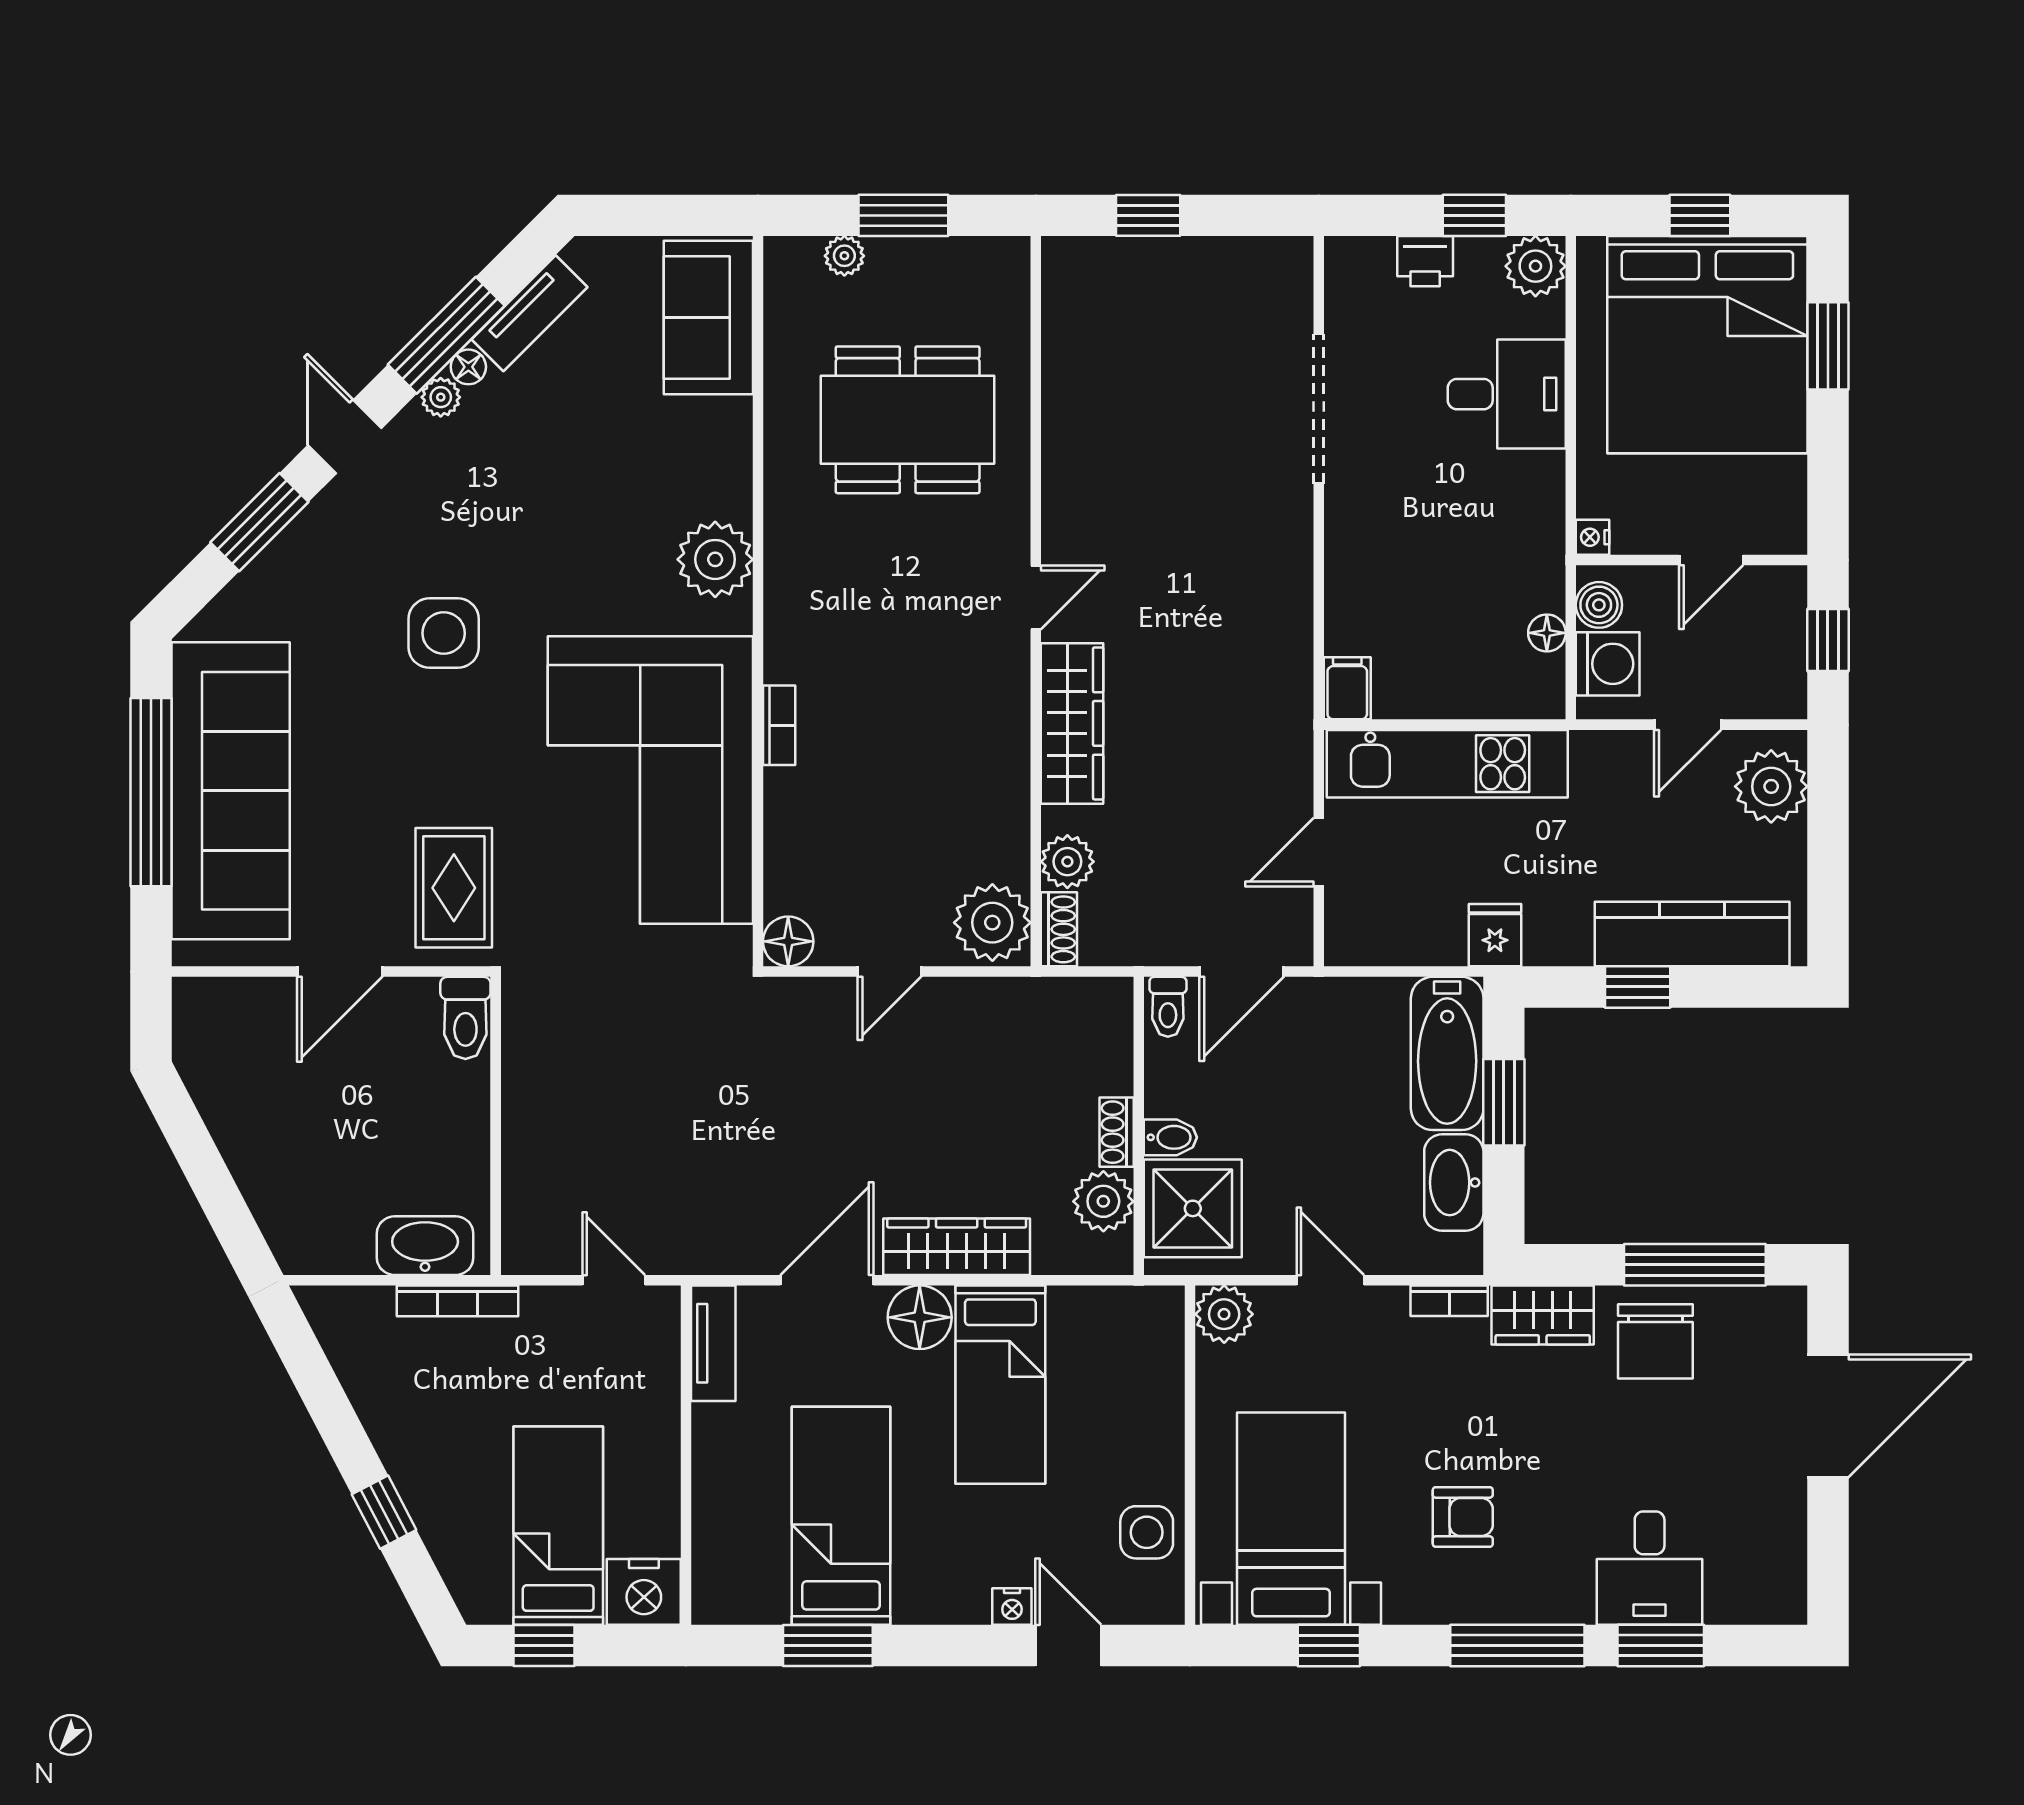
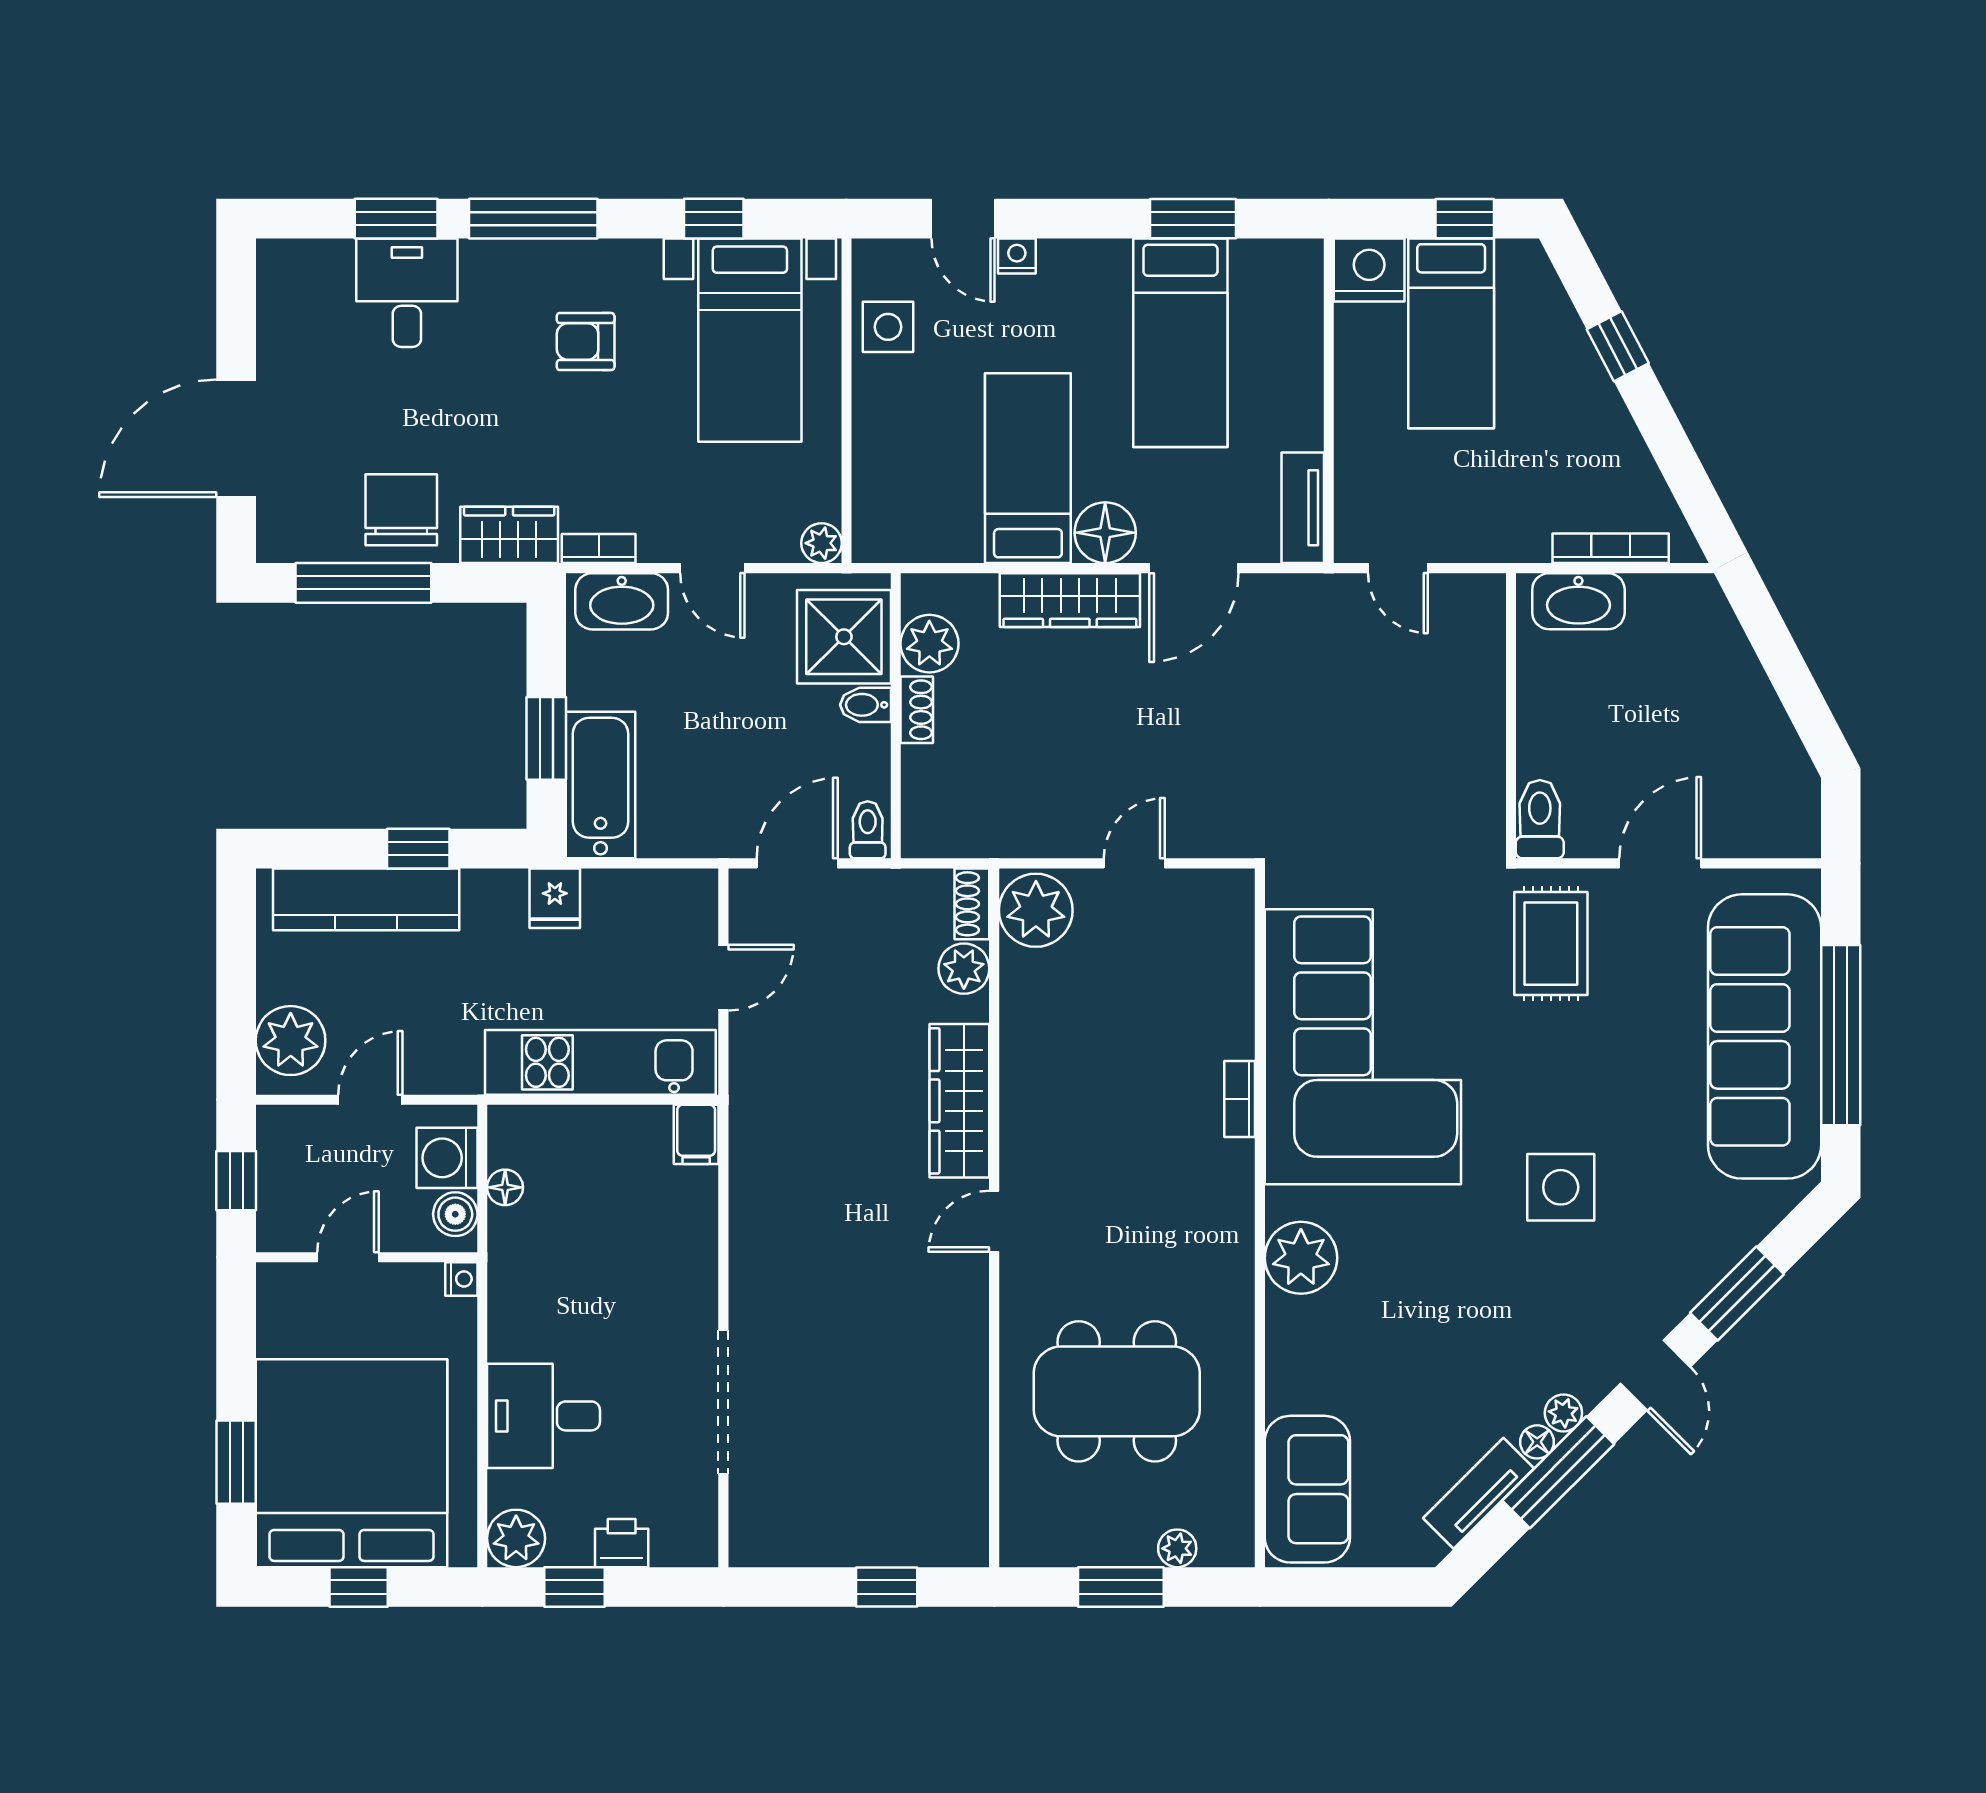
floor lamp: (788, 941) -> (1231, 892), removed
washbasin: (1454, 1183) -> (622, 601), moved, turned 90
bookcase: (457, 1301) -> (1611, 548), moved
plant: (1224, 1314) -> (821, 543), width x0.73, depth x0.73

